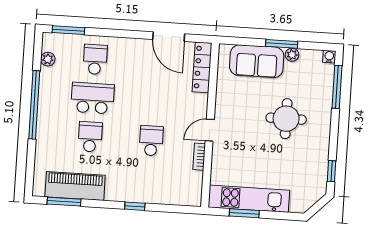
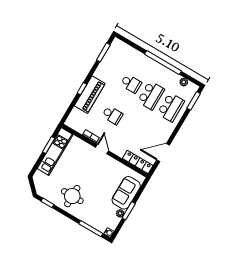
school desk: (95, 59) -> (171, 107), width x1.85
round table: (286, 119) -> (72, 196), moved
piano: (75, 186) -> (90, 95), moved

